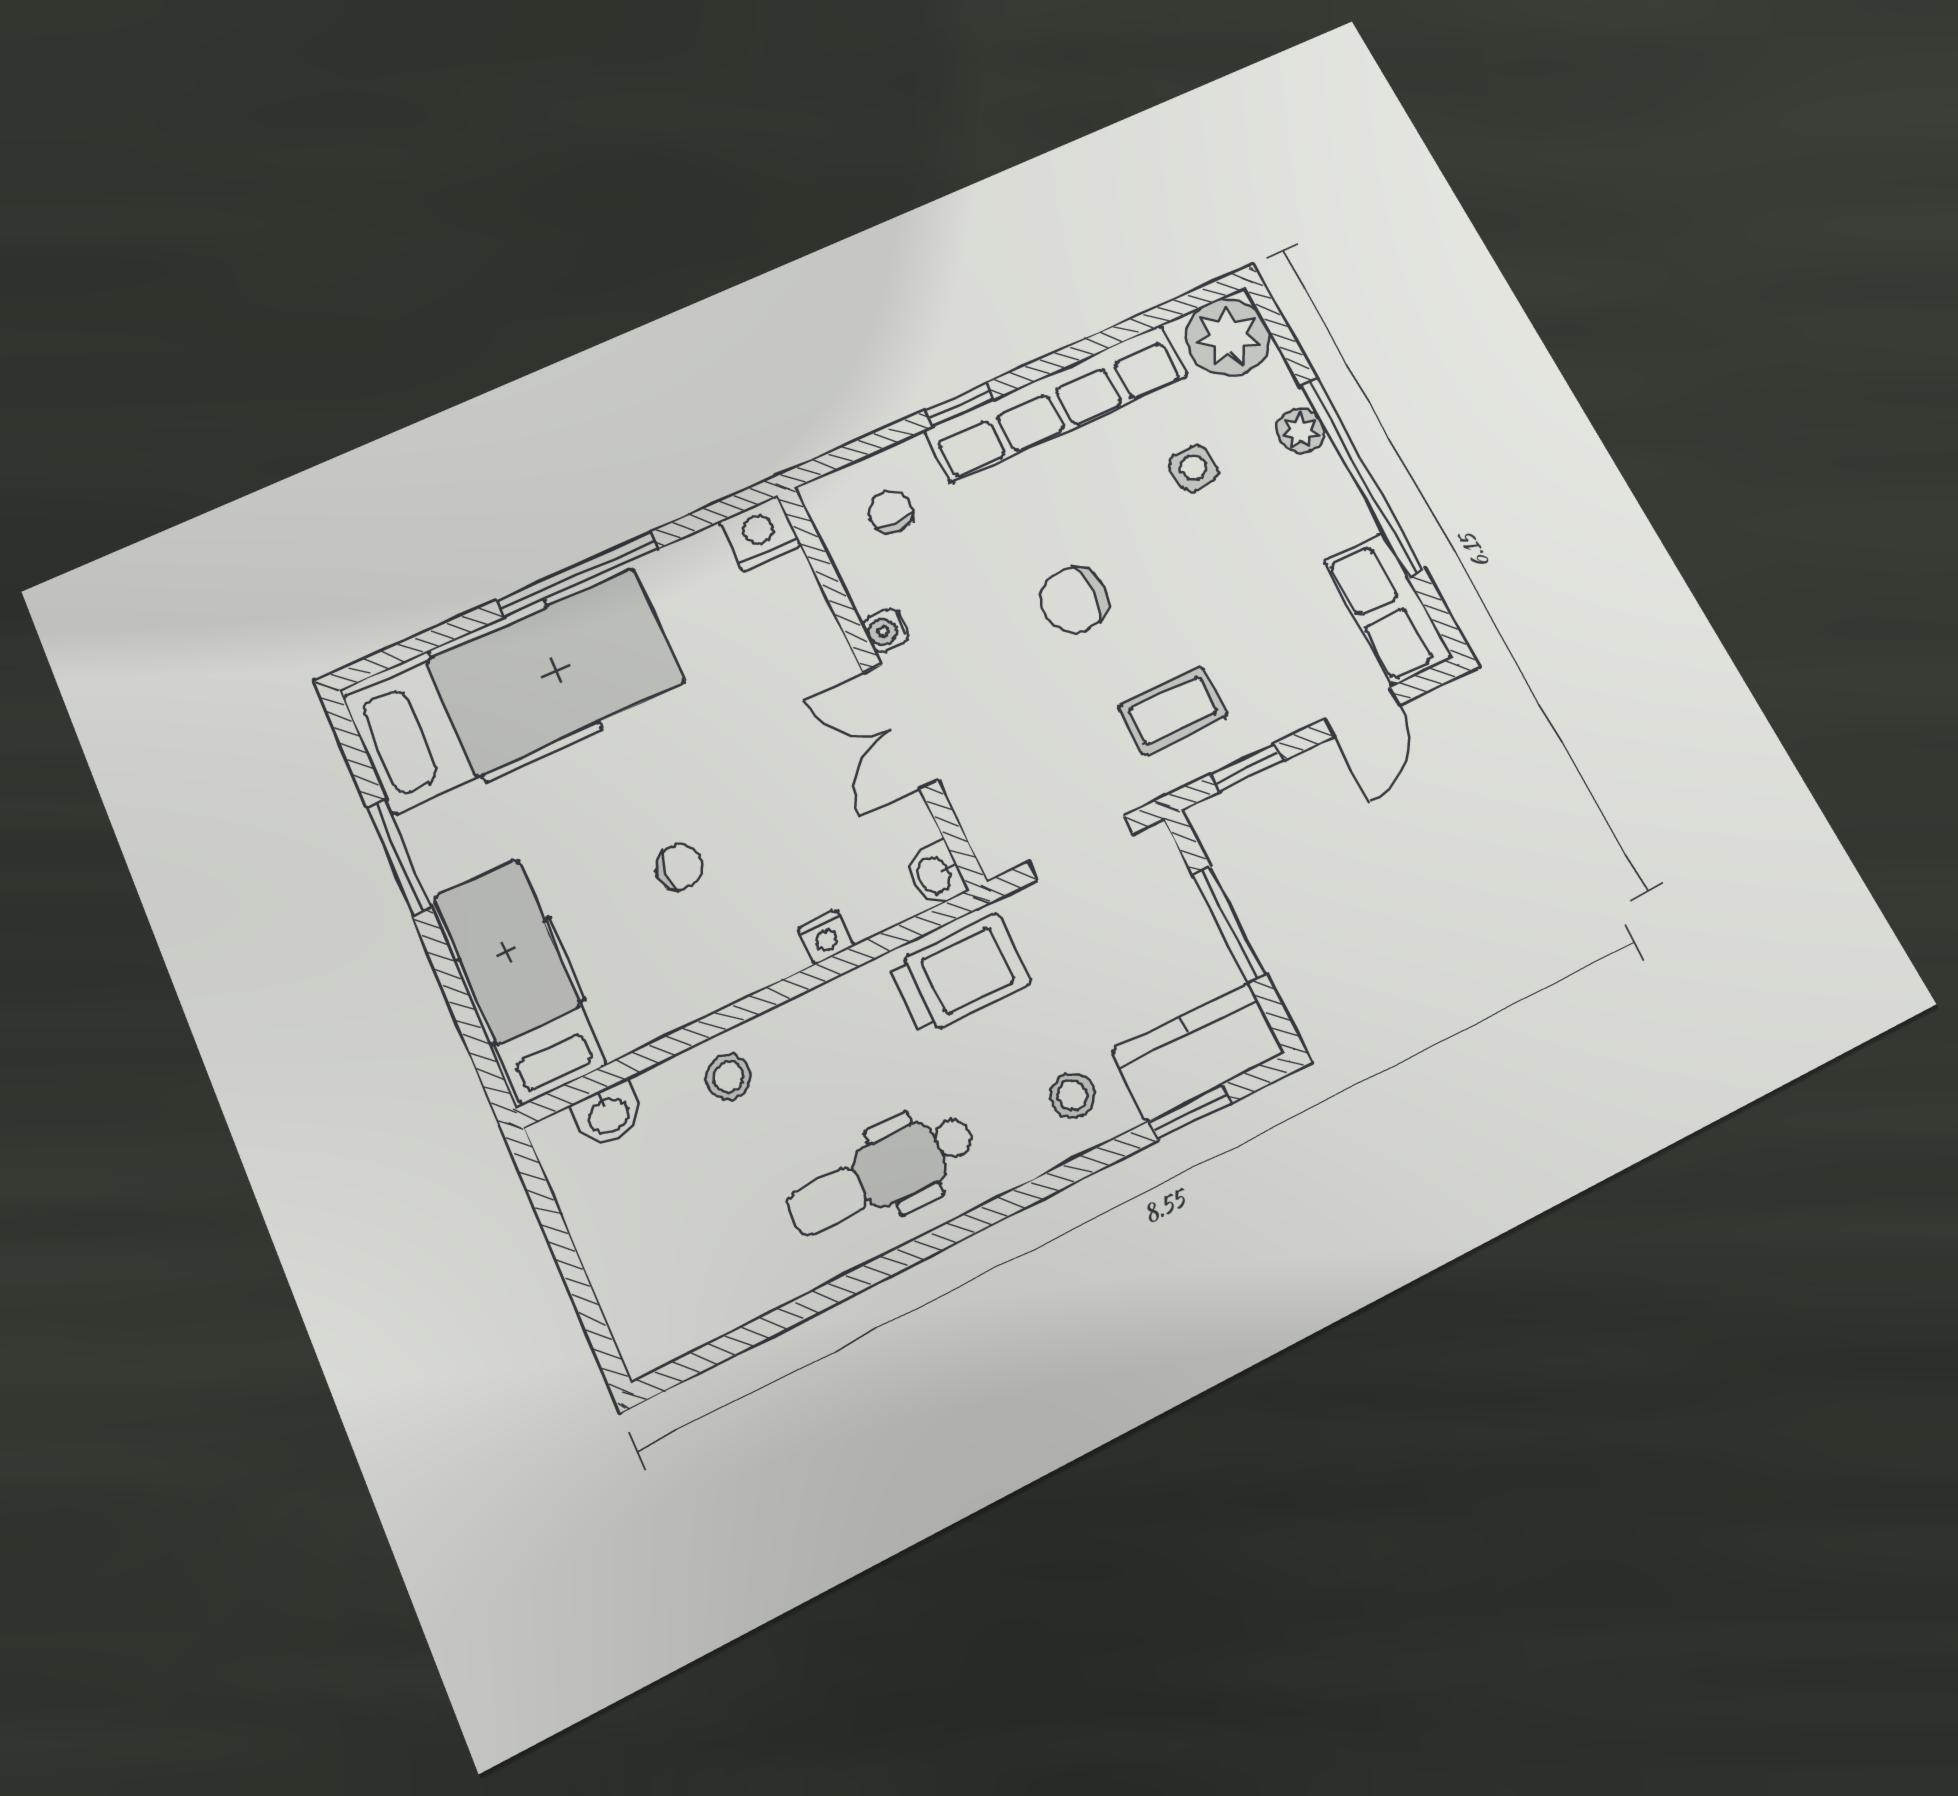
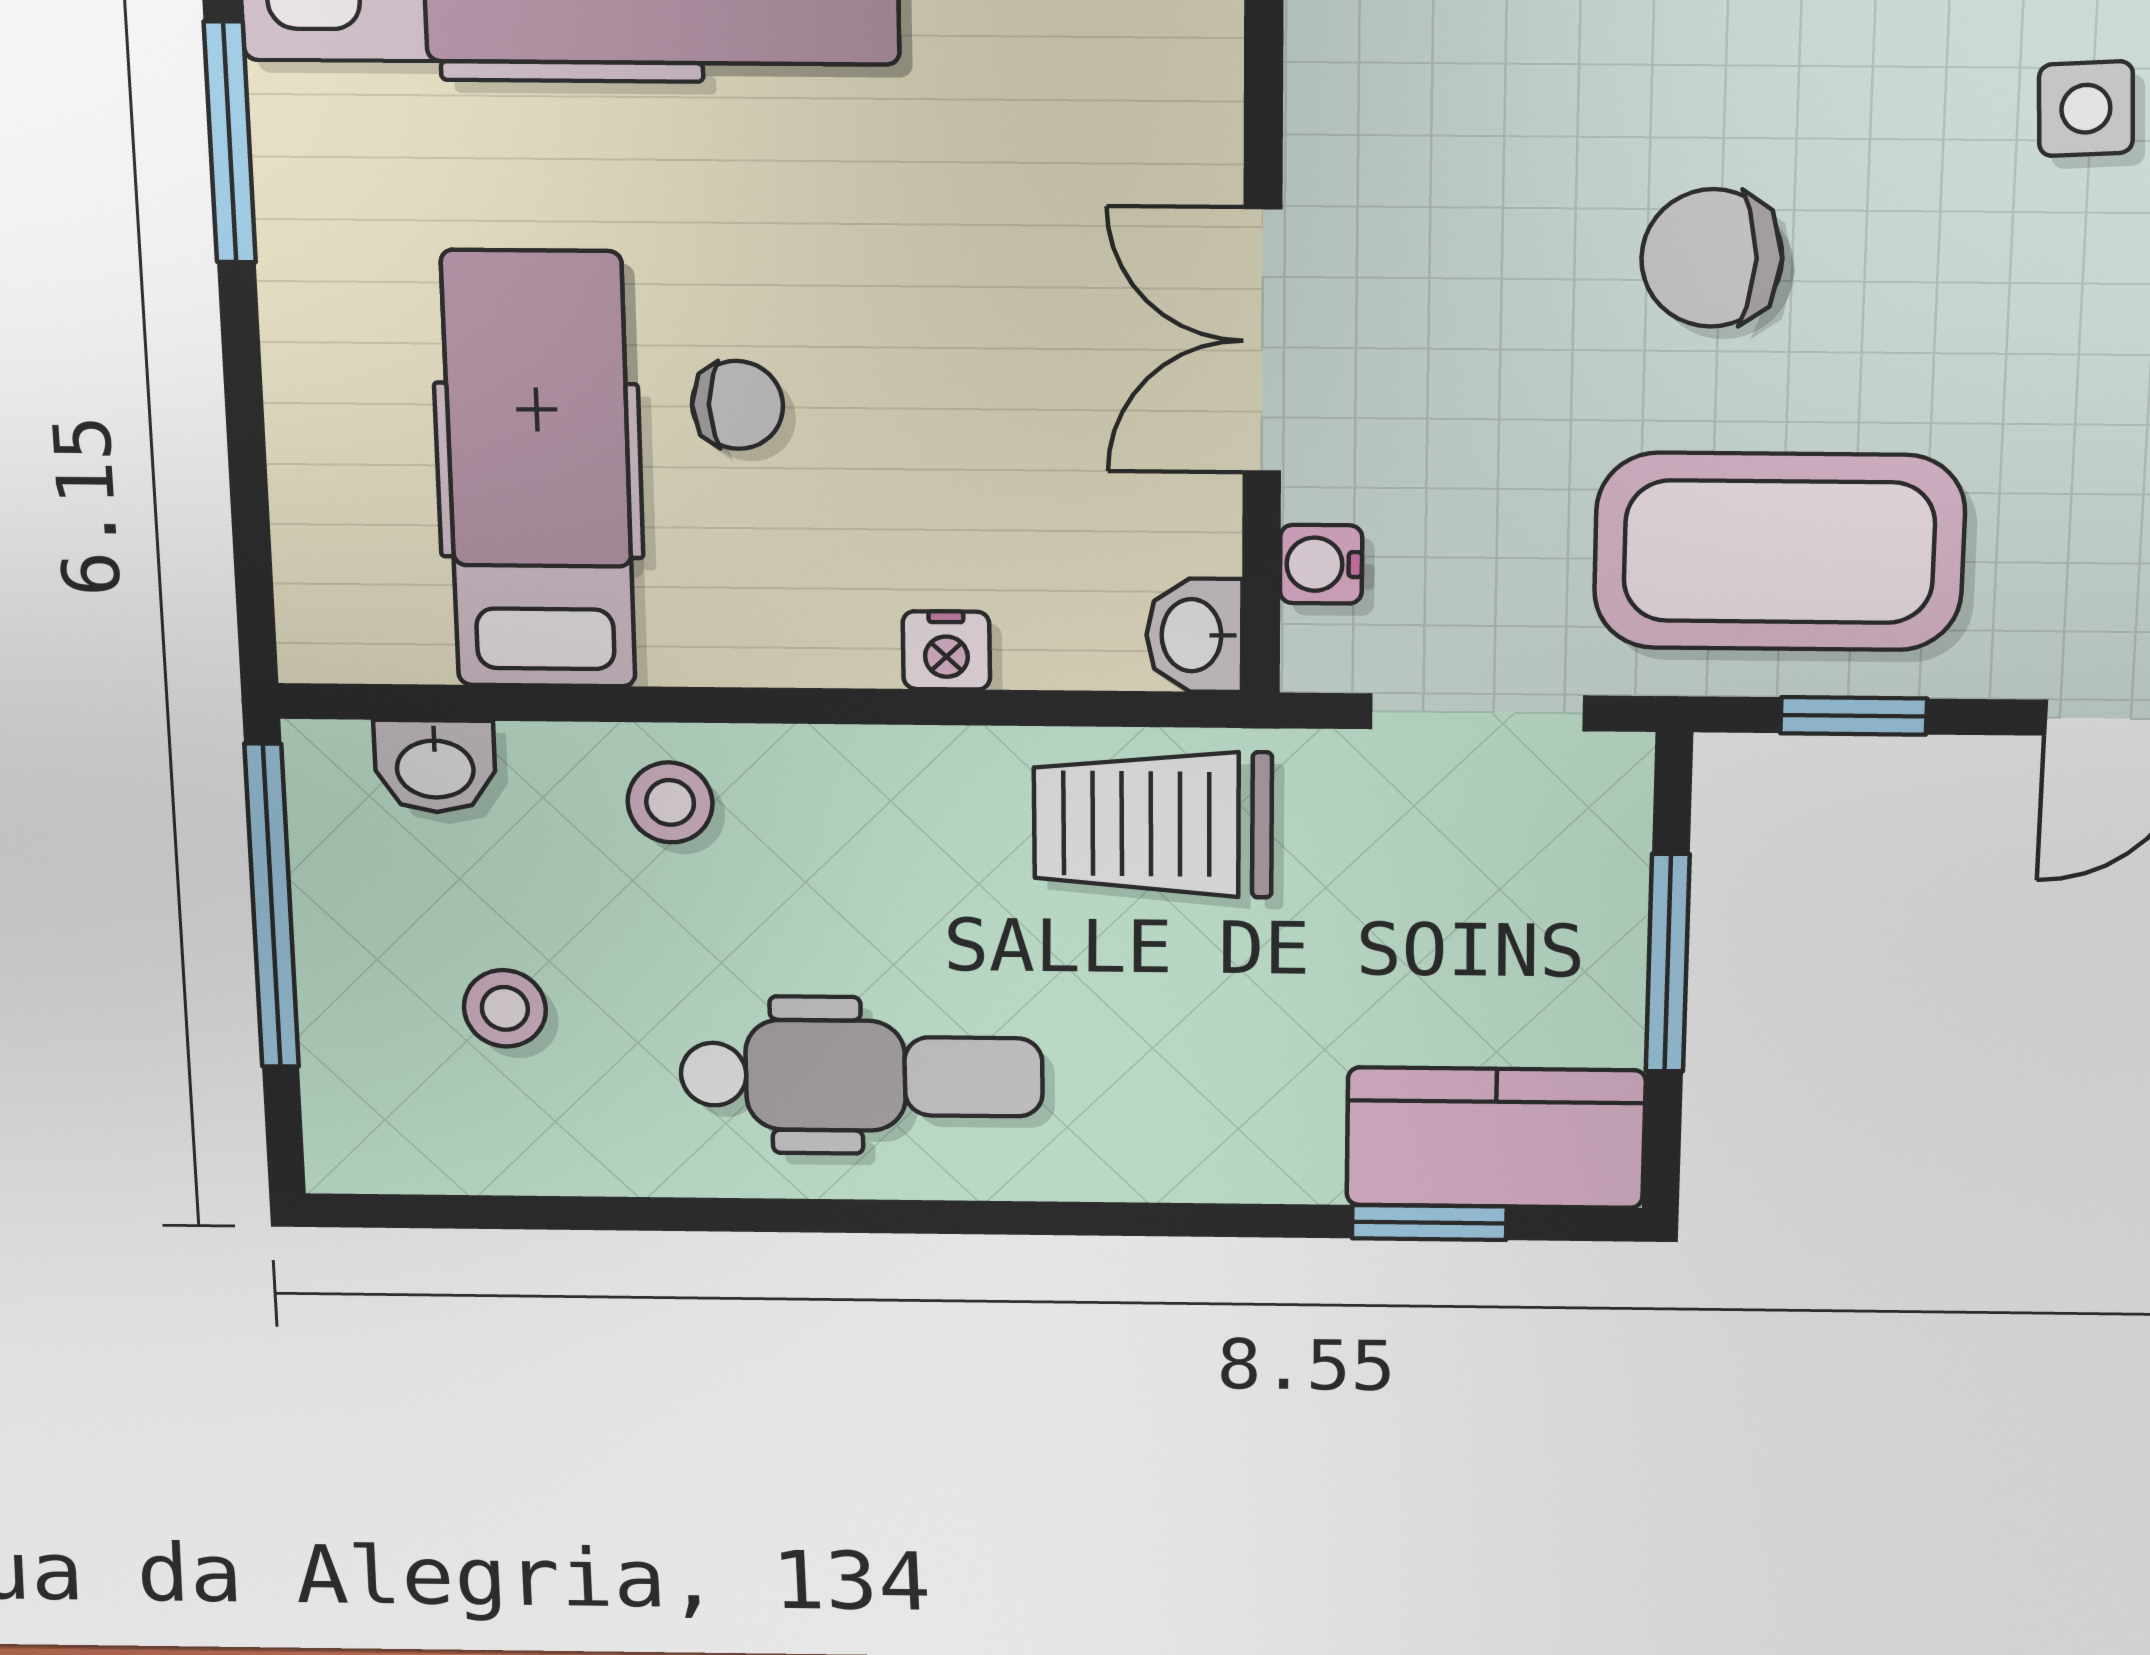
water cooler: (886, 630) -> (1321, 564), moved
coffee table: (1173, 711) -> (1779, 552), width x1.86, depth x1.72
trolley: (960, 974) -> (1153, 824), turned 180
hospital bed: (519, 981) -> (539, 471), moved
stool: (1072, 1095) -> (505, 1008), moved
dental chair: (882, 1174) -> (862, 1076), turned 180
window: (555, 1230) -> (272, 906), added

